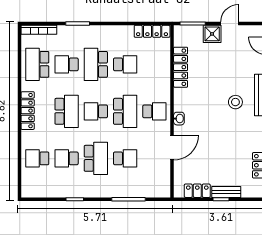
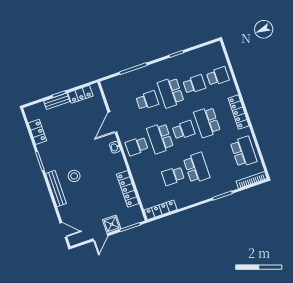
school desk: (67, 64) -> (220, 160), removed
school desk: (125, 158) -> (147, 100), turned 180

